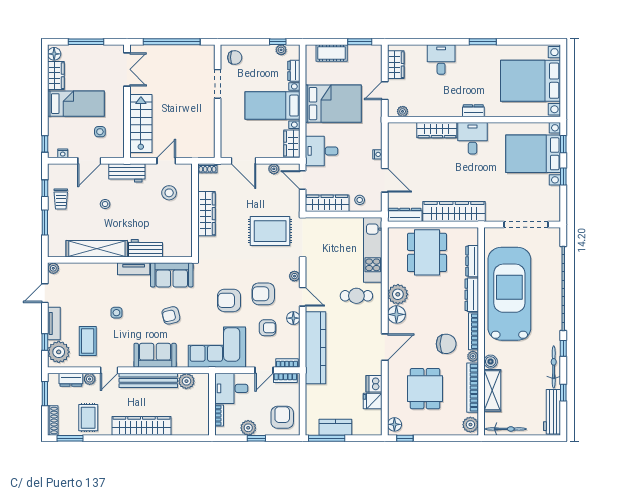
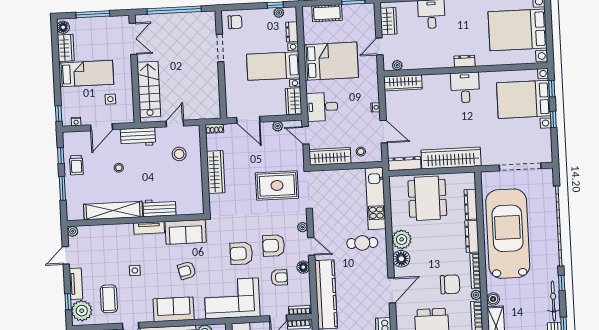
wardrobe: (437, 130) -> (403, 83), moved

